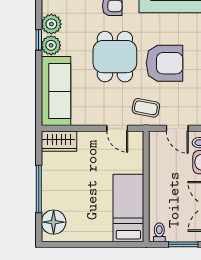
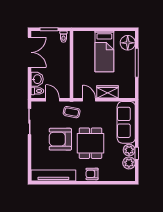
wardrobe: (59, 141) -> (108, 92), moved
bed: (128, 208) -> (104, 51), moved

